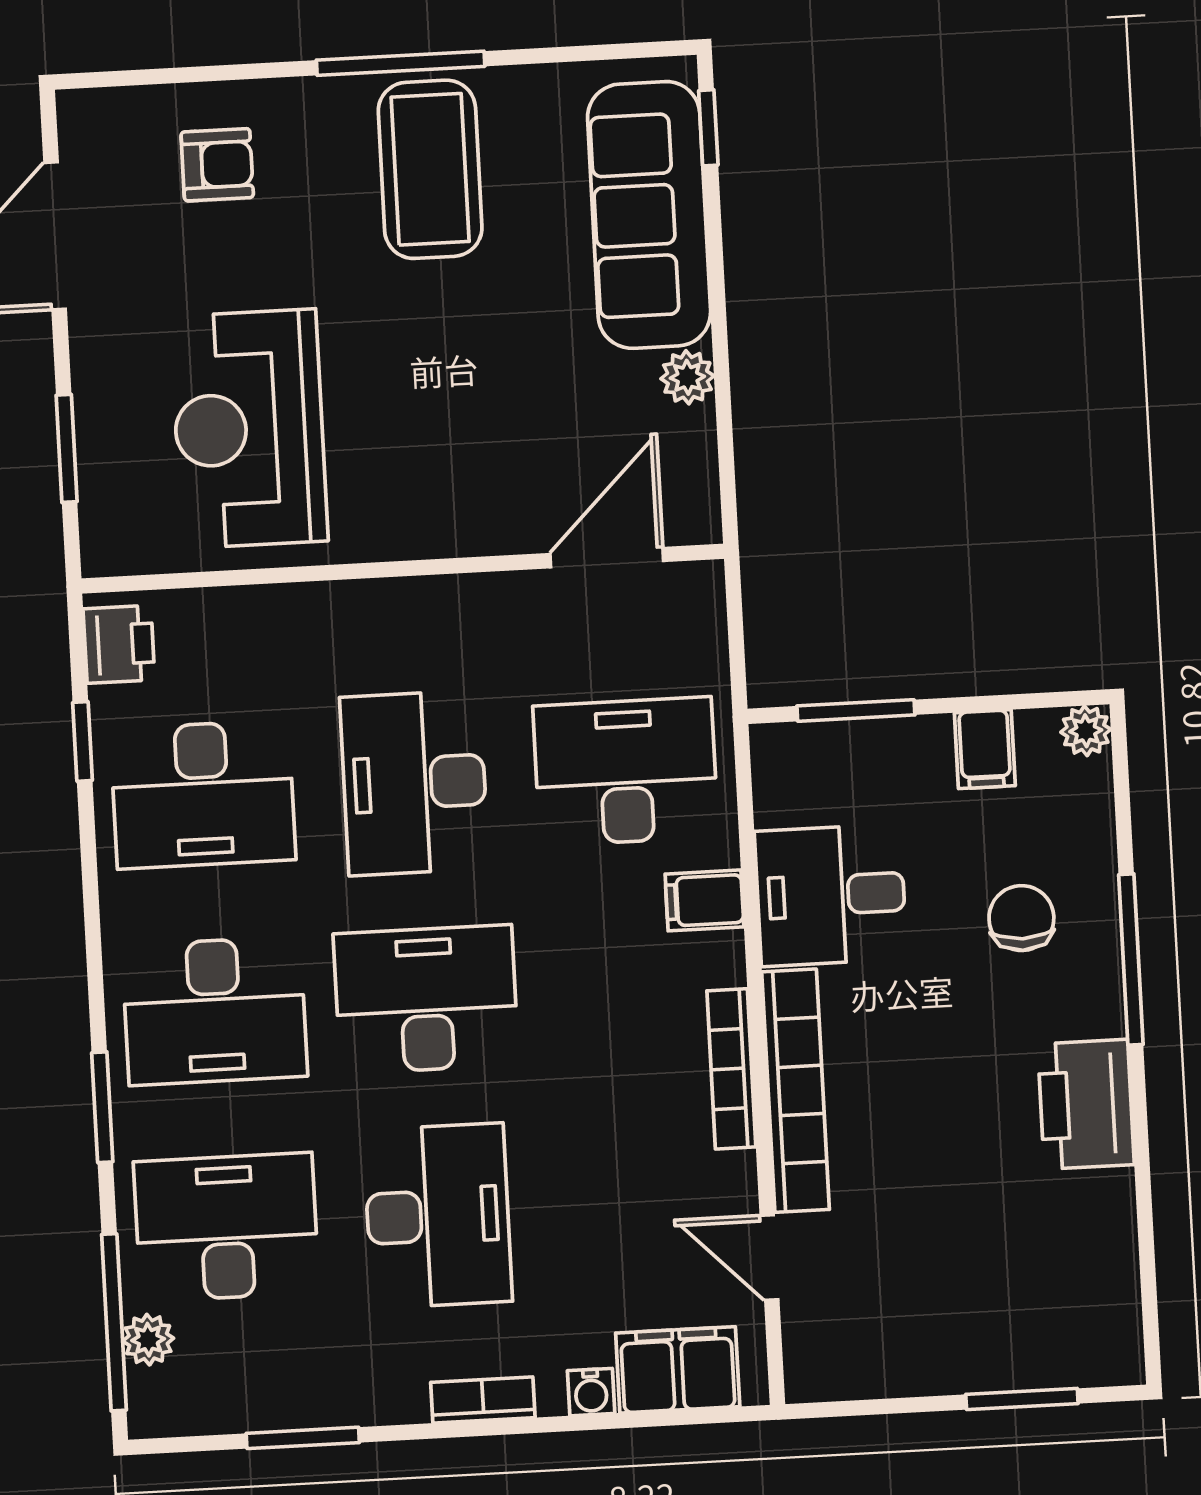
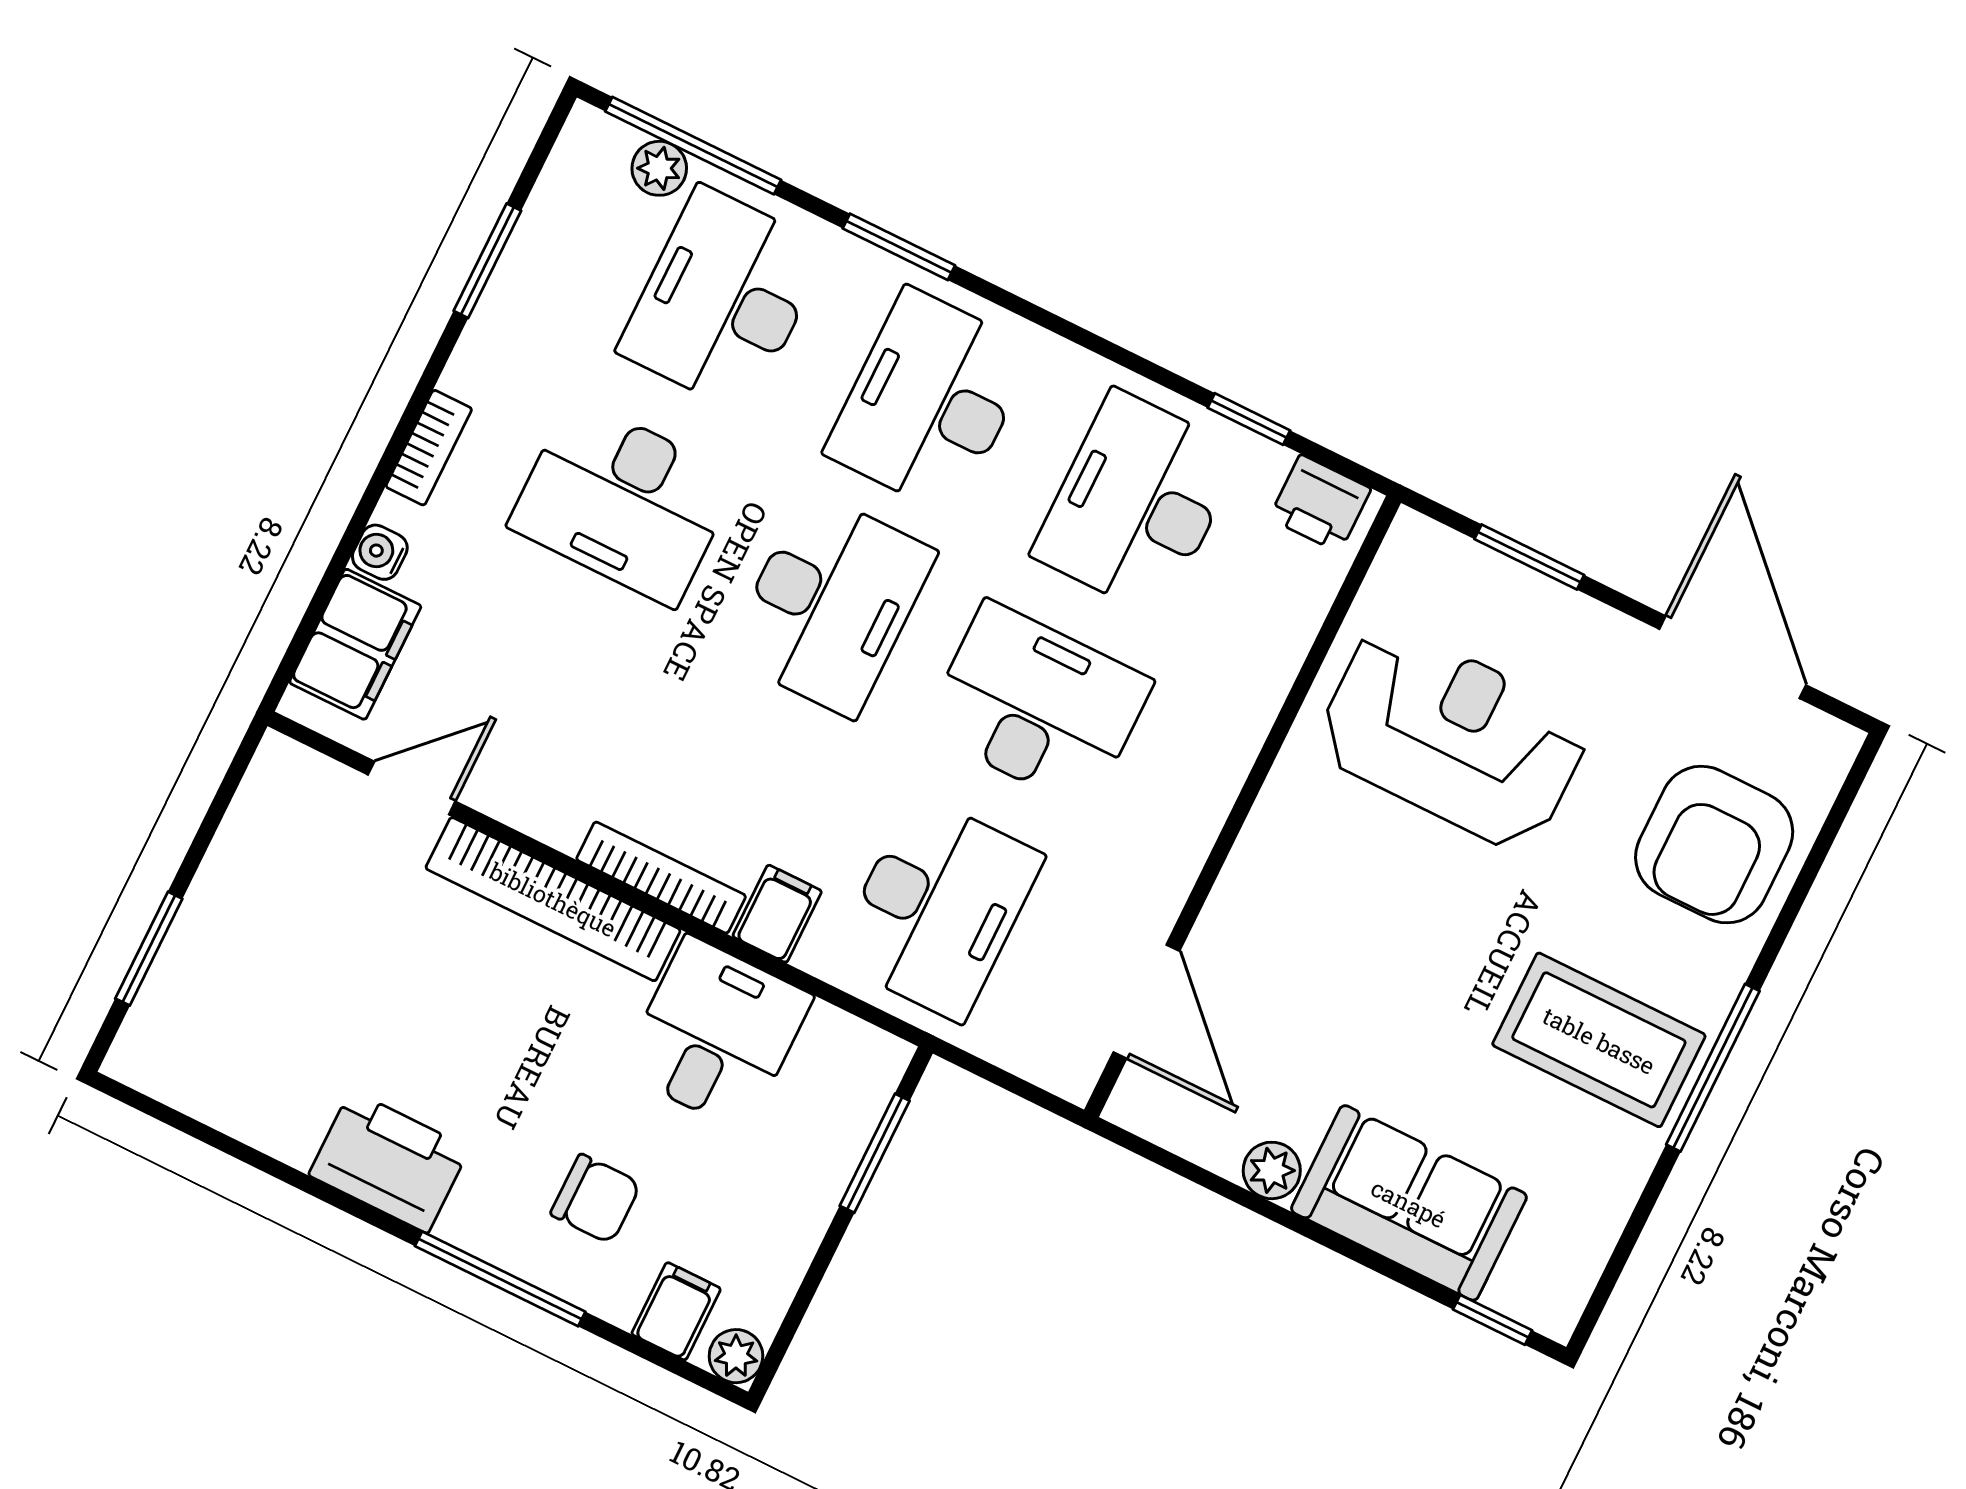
armchair: (217, 165) -> (1714, 845), width x1.88, depth x1.88
sofa: (649, 215) -> (1409, 1203), width x0.73
filing cabinet: (985, 749) -> (676, 1311), moved, turned 90
bookcase: (731, 1069) -> (661, 878), moved
desk: (226, 1227) -> (723, 300), turned 180

